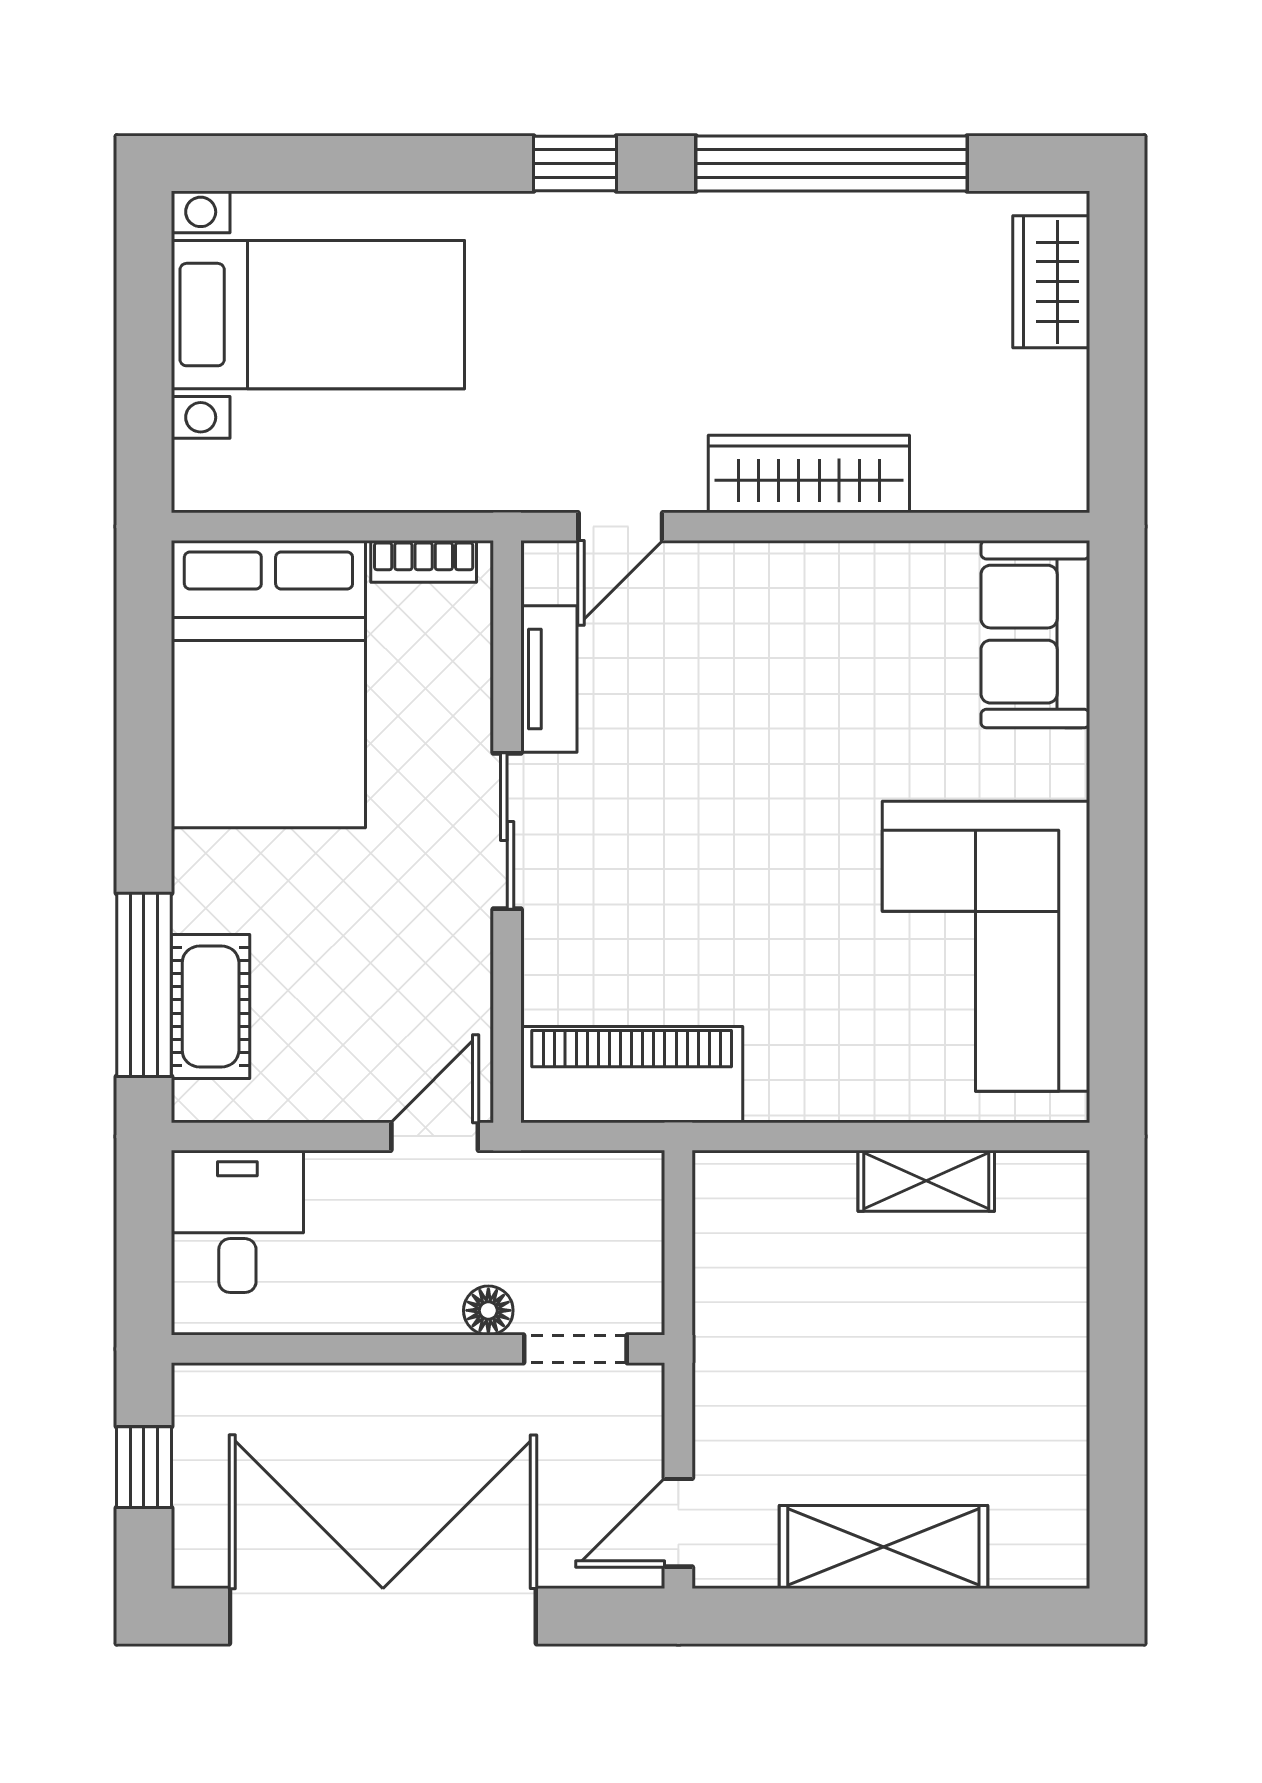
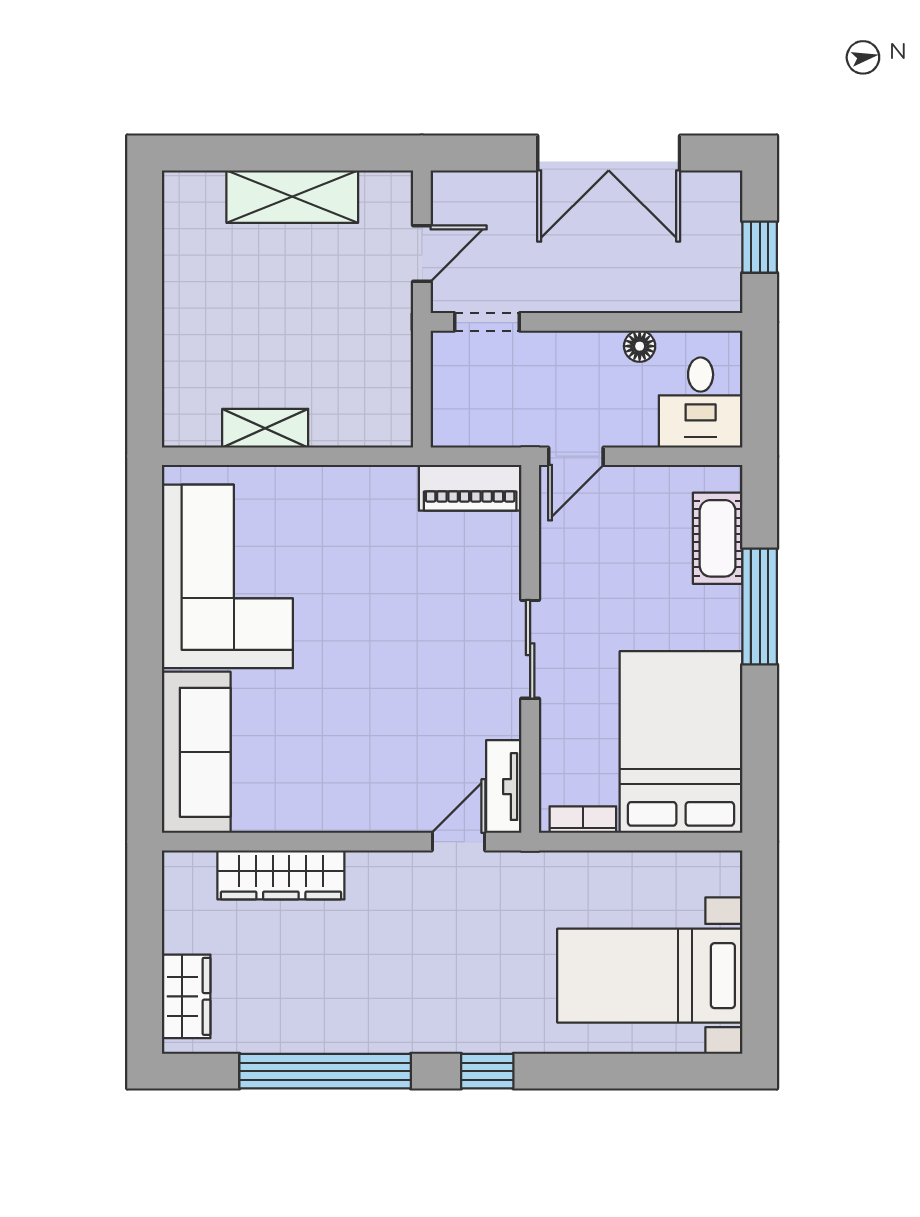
wardrobe: (809, 474) -> (281, 875), moved
sofa: (1035, 634) -> (196, 752), width x1.36
tv unit: (549, 679) -> (504, 787), moved
window: (144, 985) -> (760, 606), moved
piano: (632, 1075) -> (470, 488), width x0.73, depth x0.75
floor lamp: (488, 1310) -> (640, 346), moved
door: (678, 1523) -> (422, 254), moved
double door: (383, 1616) -> (609, 153), width x0.73

